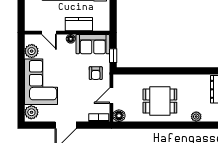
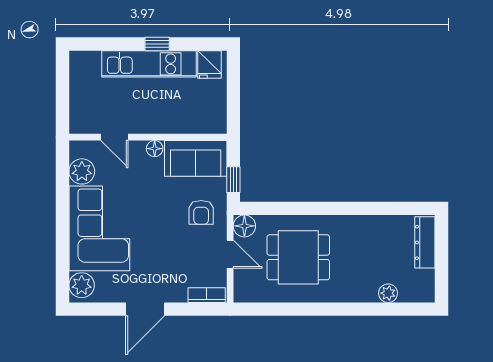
kitchen counter: (79, 24) -> (170, 121), removed
door: (111, 96) -> (230, 254), swing flipped
dining table: (160, 101) -> (298, 257), moved
floor lamp: (119, 116) -> (244, 226), moved

